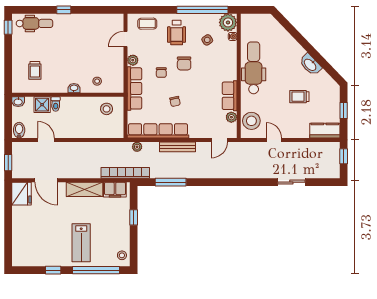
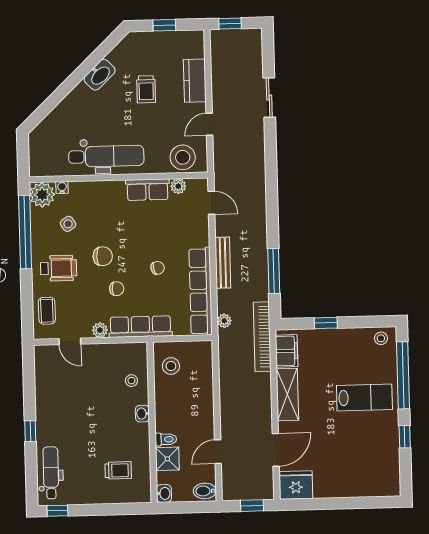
dental chair: (254, 68) -> (106, 156), turned 180
kitchen counter: (325, 131) -> (195, 81), moved

